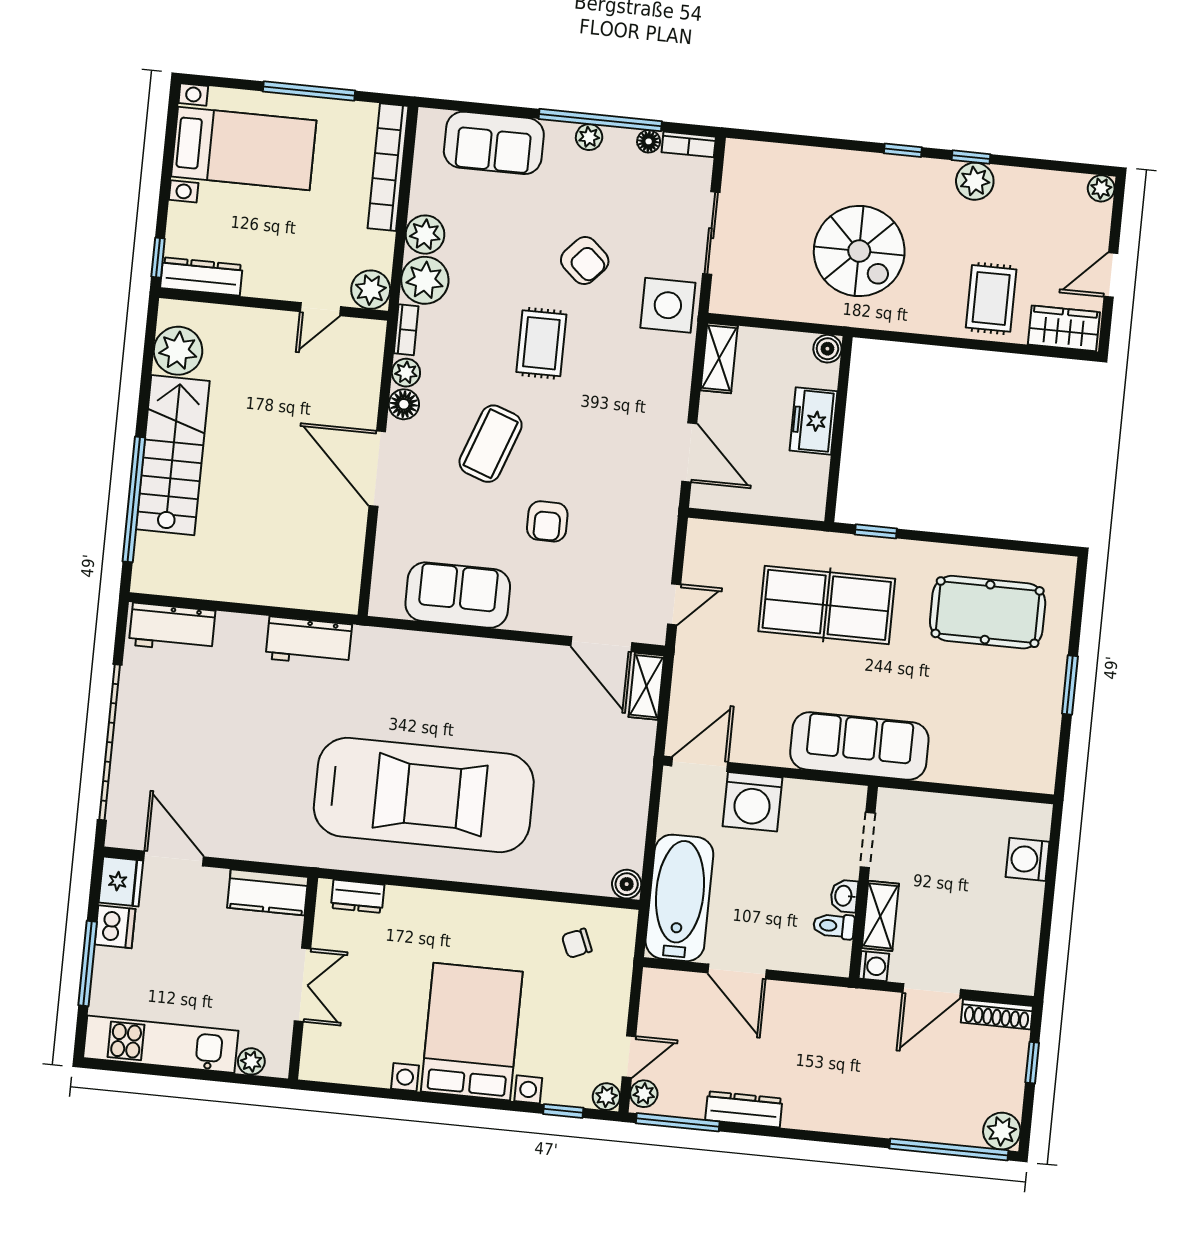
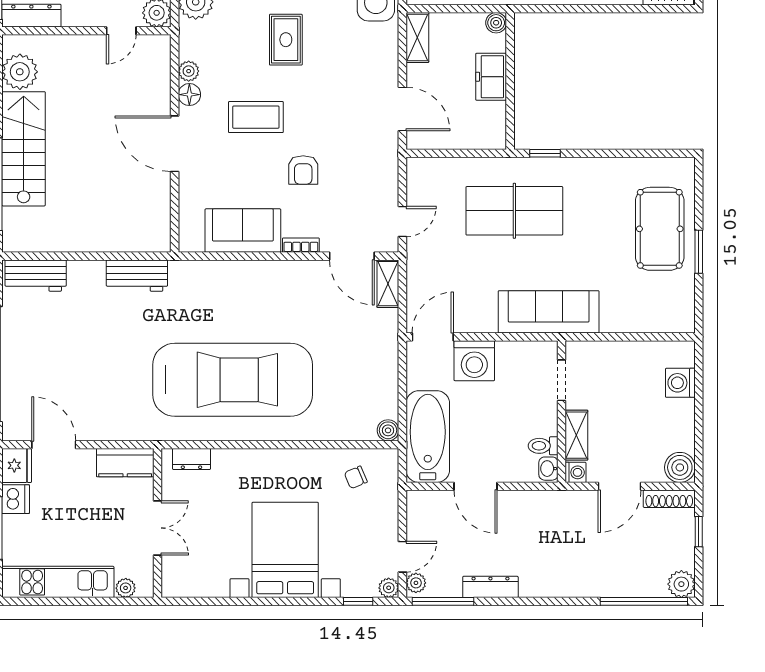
bookcase: (406, 330) -> (301, 245), moved, turned -90
coffee table: (491, 444) -> (256, 117), turned 70
pool table: (988, 612) -> (660, 229), moved, turned 90
washbasin: (844, 896) -> (548, 469), moved
boiler: (1015, 974) -> (680, 467), added

